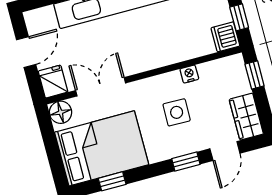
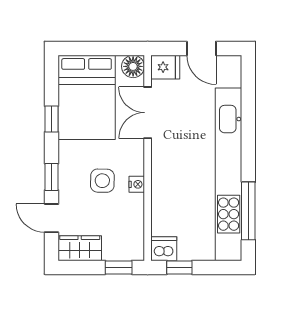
nightstand: (189, 74) -> (137, 184), moved
double door: (101, 87) -> (148, 113), swing flipped
window: (112, 181) -> (51, 119), moved

